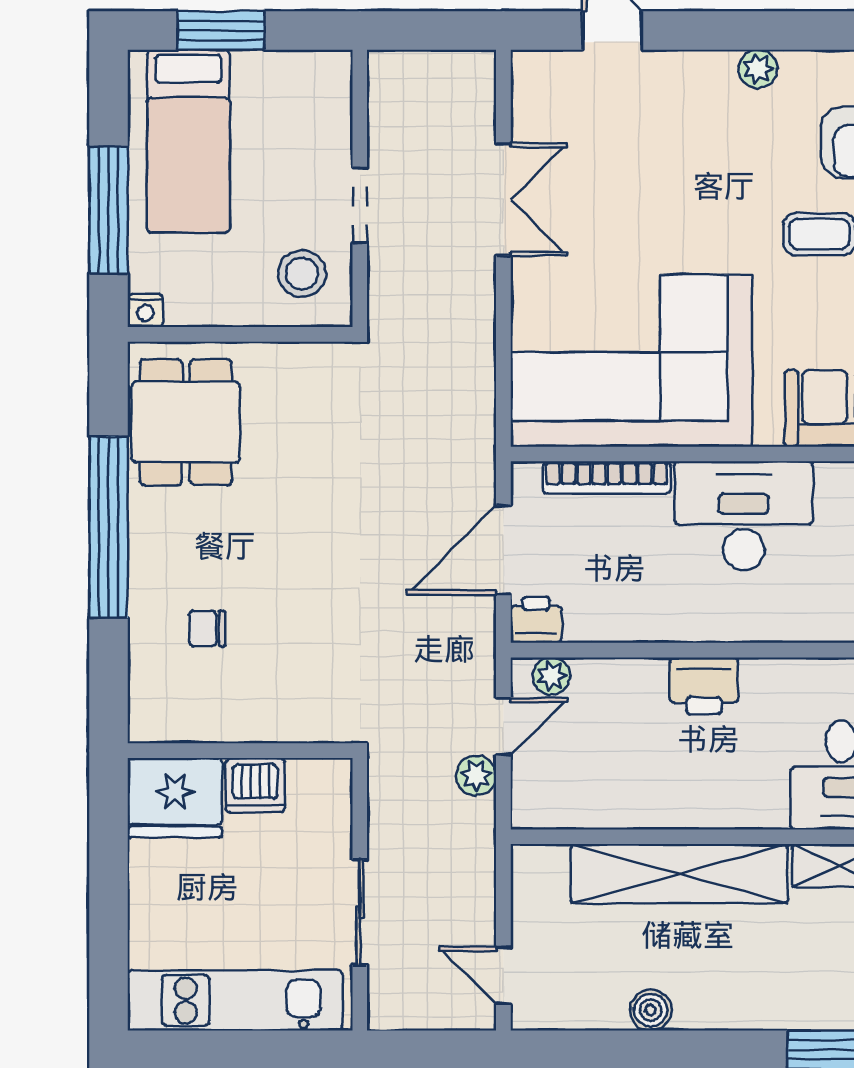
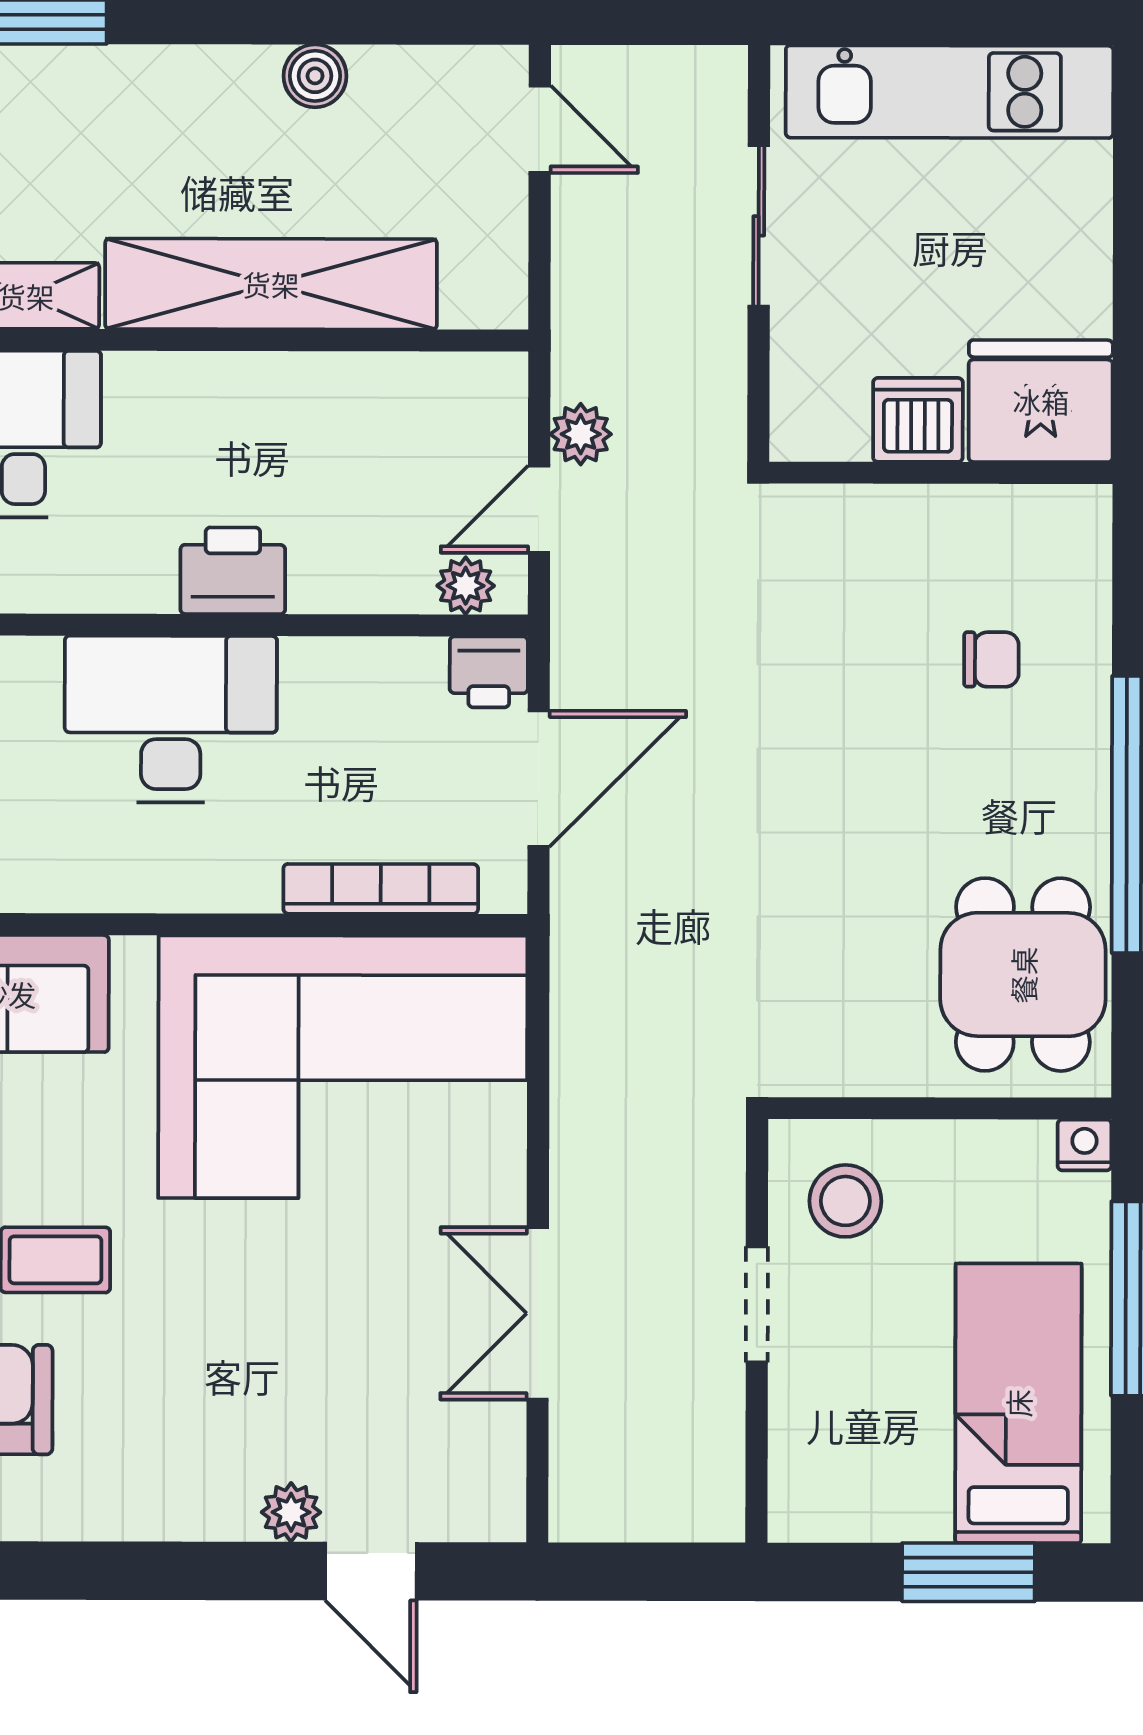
plant: (758, 69) -> (291, 1512), moved
desk: (744, 516) -> (171, 719), moved, turned 180

